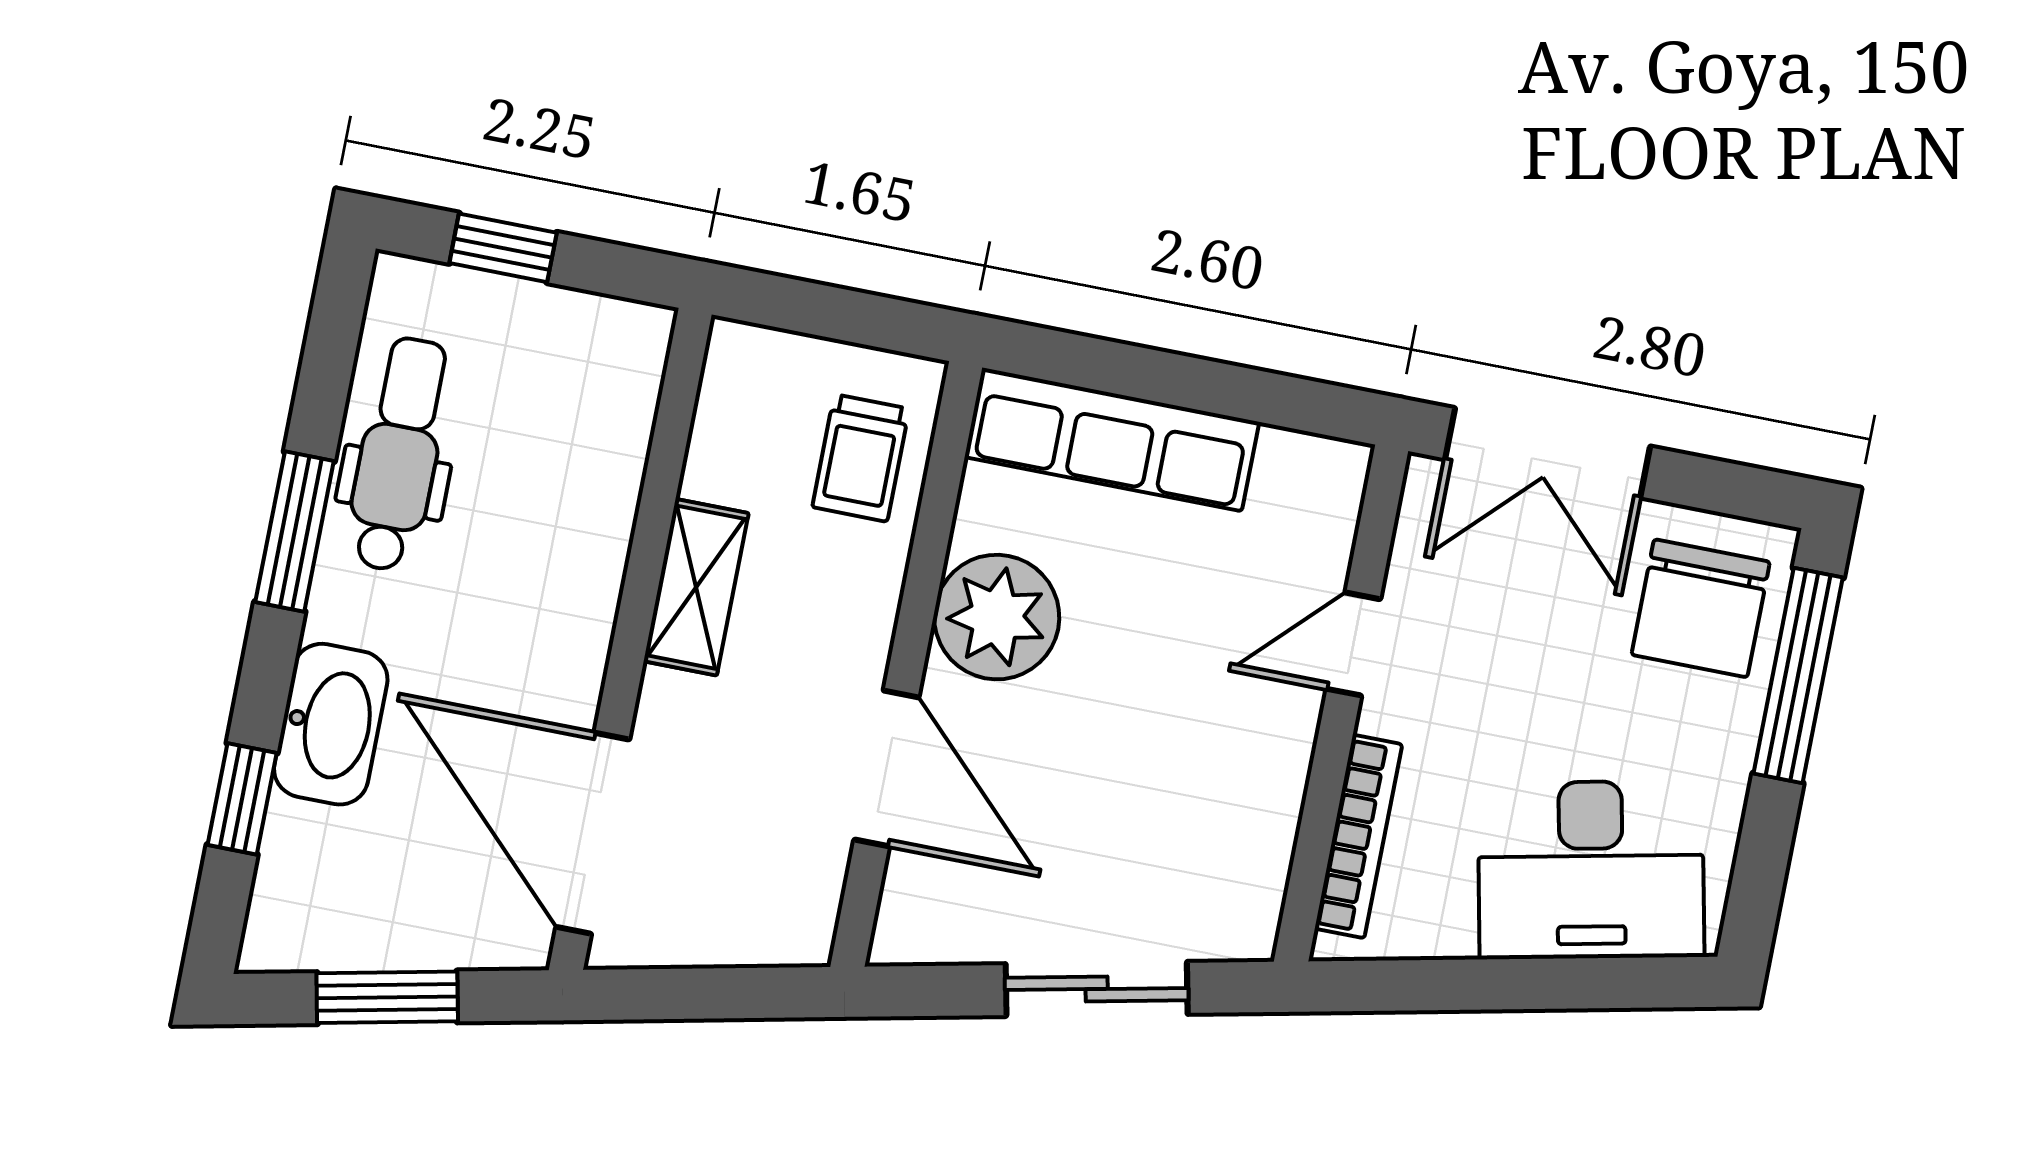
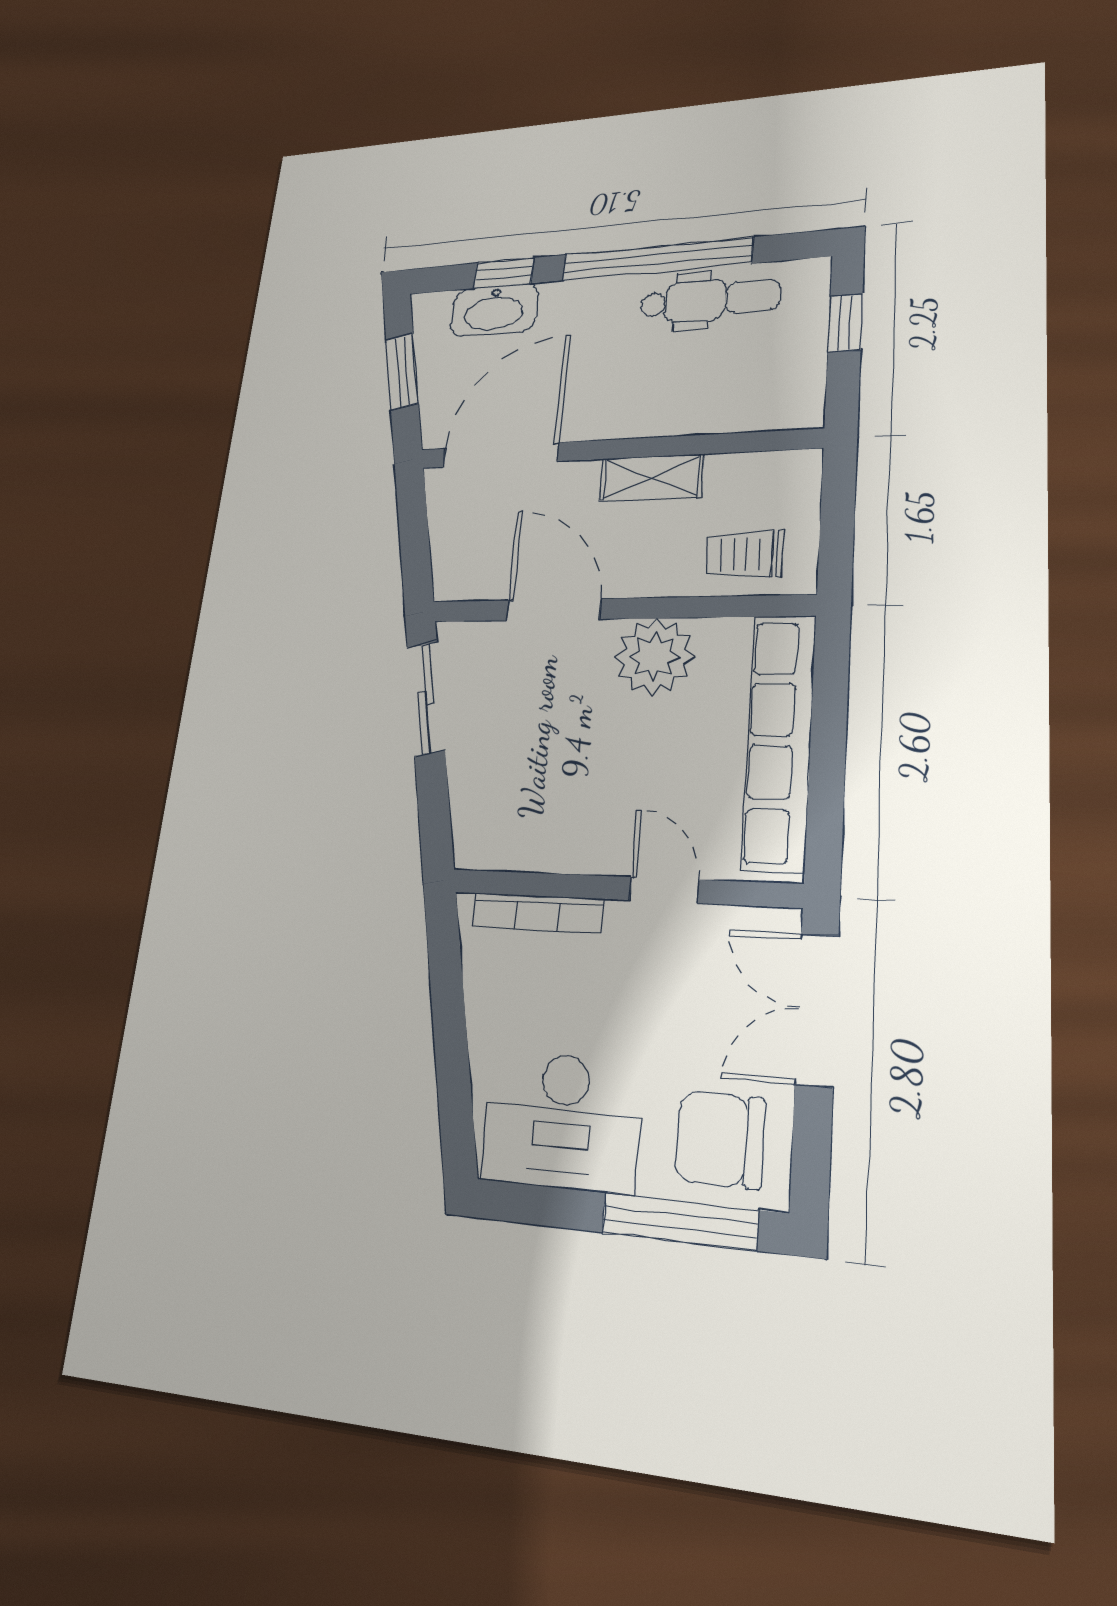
row of seats: (1112, 439) -> (779, 741), width x1.36
window: (295, 532) -> (656, 259), width x2.11
washbasin: (331, 724) -> (494, 310), moved
door: (886, 768) -> (553, 610), swing flipped
desk: (1591, 870) -> (562, 1121), moved, turned -78
sliding door: (1097, 989) -> (426, 698), moved

